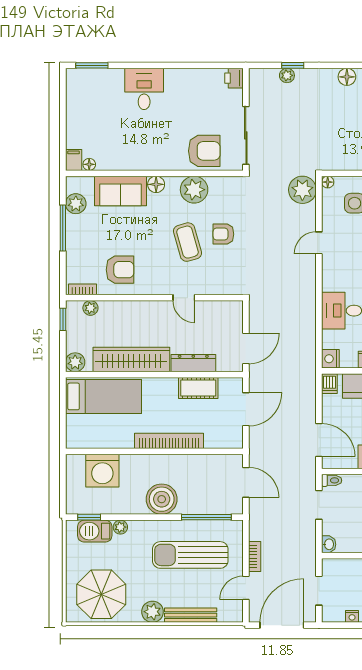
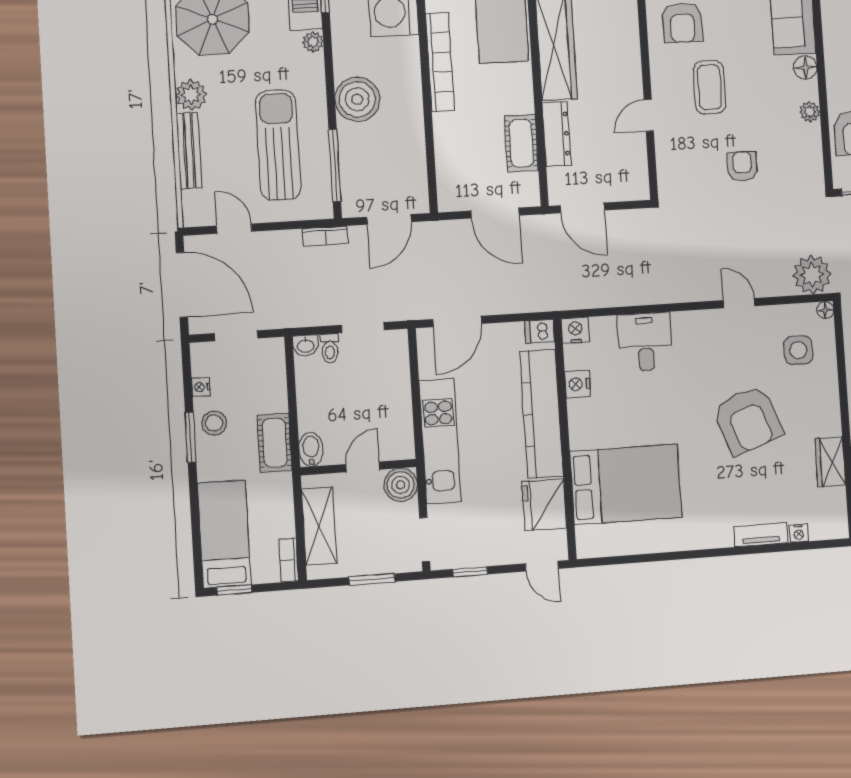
plant: (194, 190) -> (810, 112), width x0.53, depth x0.53
coffee table: (188, 242) -> (709, 87), moved, turned -74
bookcase: (169, 441) -> (440, 62), moved
toilet: (332, 480) -> (330, 348), moved
bookcase: (255, 557) -> (325, 236), moved

